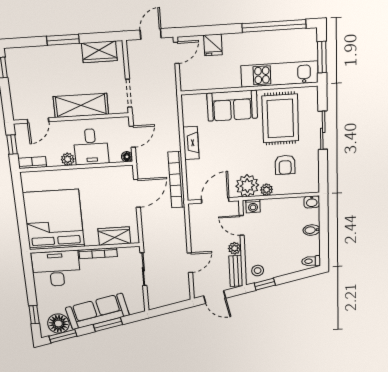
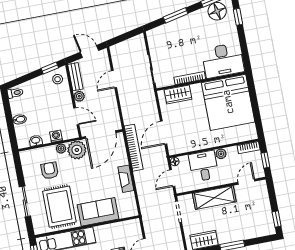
door: (215, 200) -> (101, 135), width x1.36
washbasin: (312, 202) -> (36, 141), moved
washing machine: (253, 206) -> (56, 136), moved
sofa: (97, 312) -> (186, 26), removed

